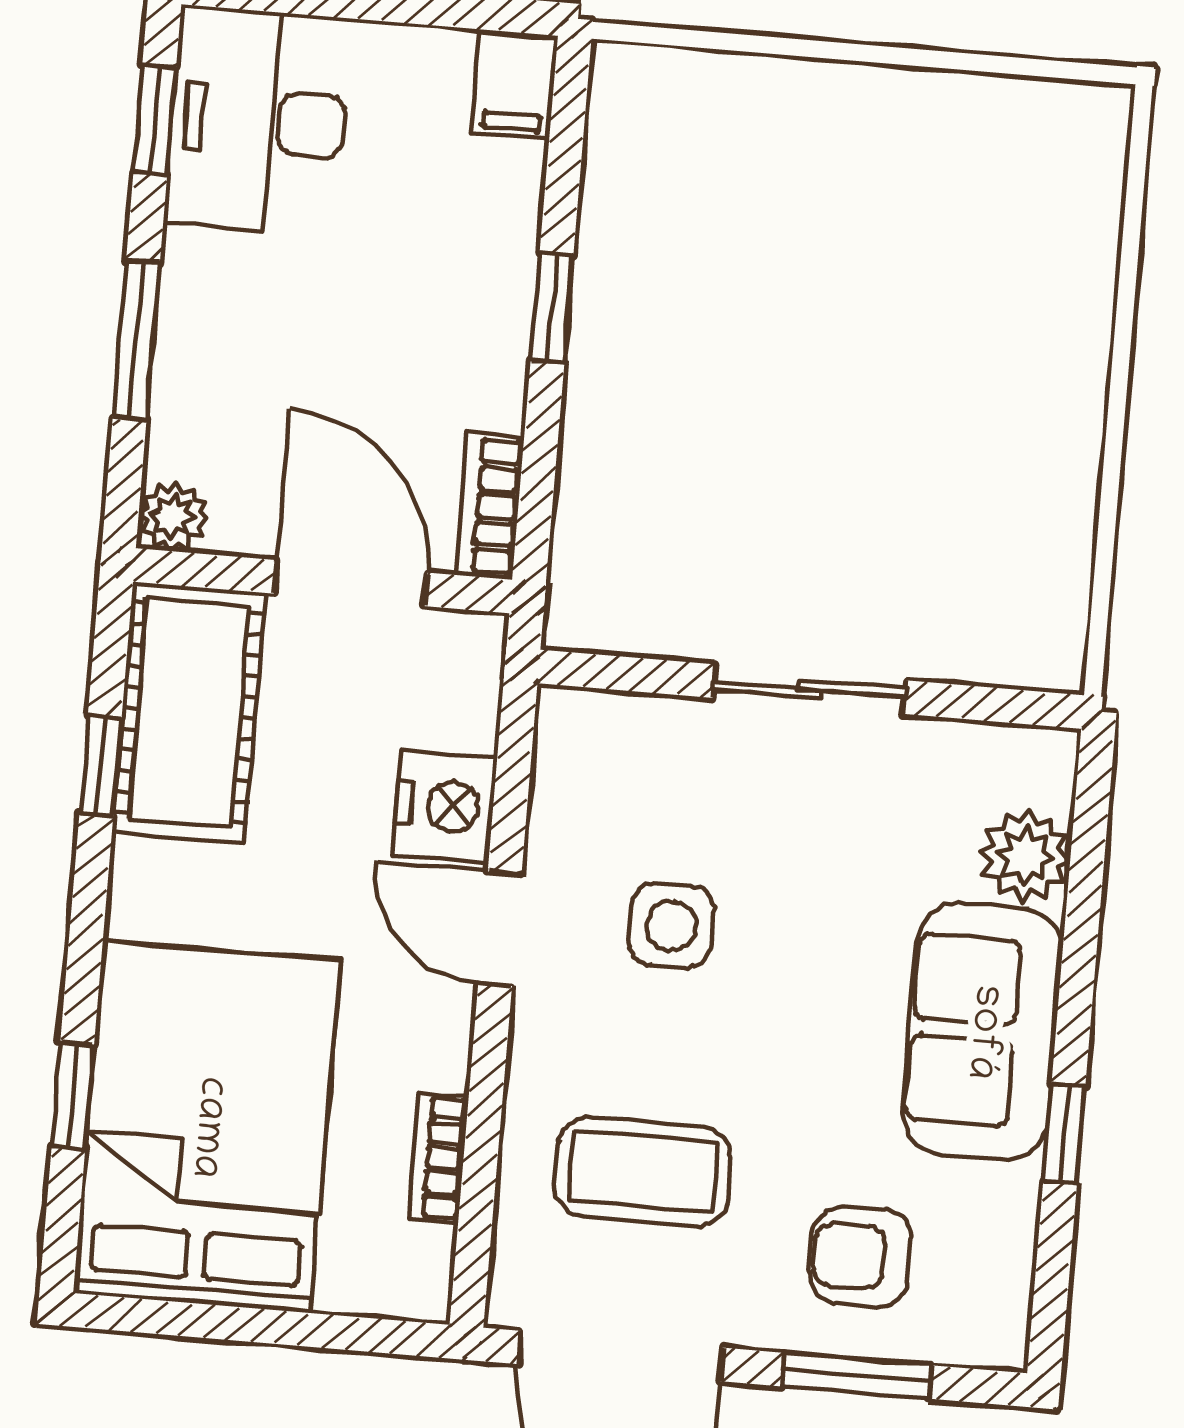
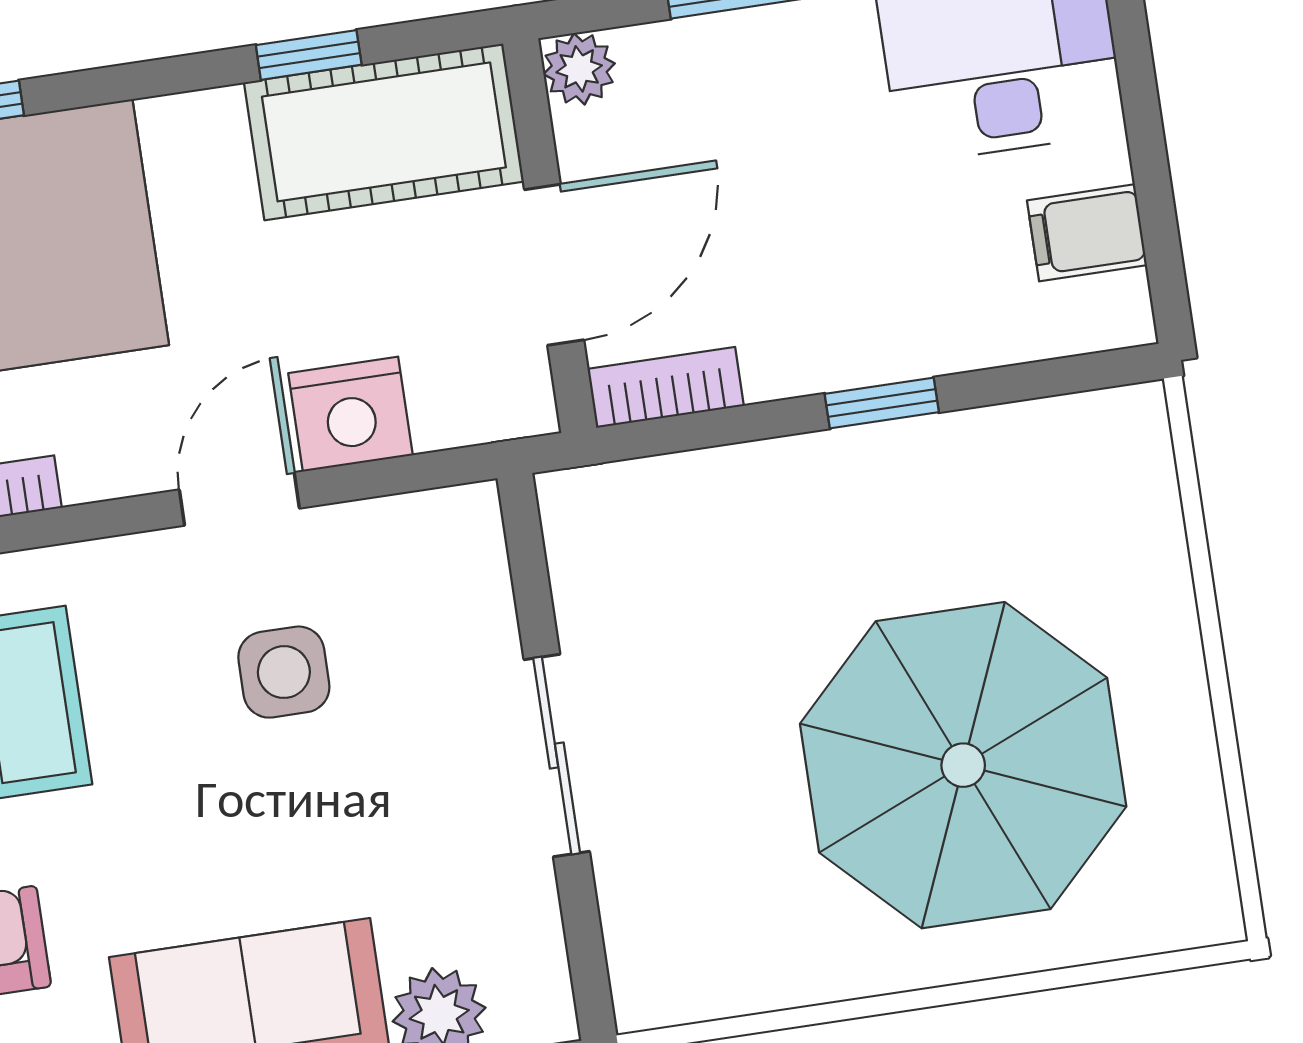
filing cabinet: (514, 85) -> (1087, 233), moved
parasol: (908, 312) -> (963, 765), added

